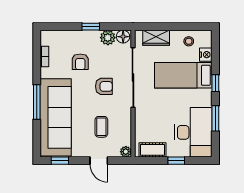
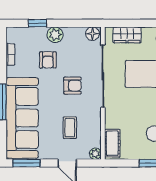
window: (91, 27) -> (37, 23), moved
plant: (108, 38) -> (55, 35), moved
cot: (152, 150) -> (112, 143), moved, turned 90
window: (60, 161) -> (27, 163), width x1.50

